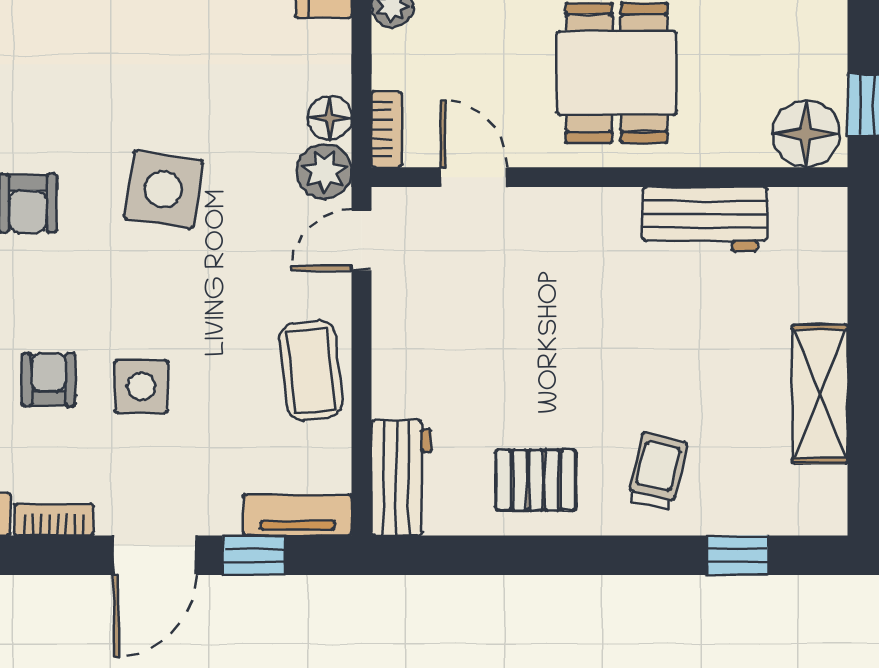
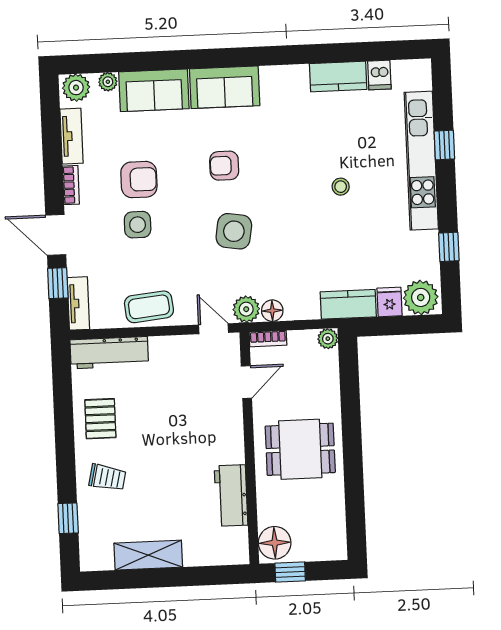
armchair: (49, 380) -> (139, 180), width x1.38, depth x1.38
workbench: (401, 478) -> (109, 353), width x1.38

